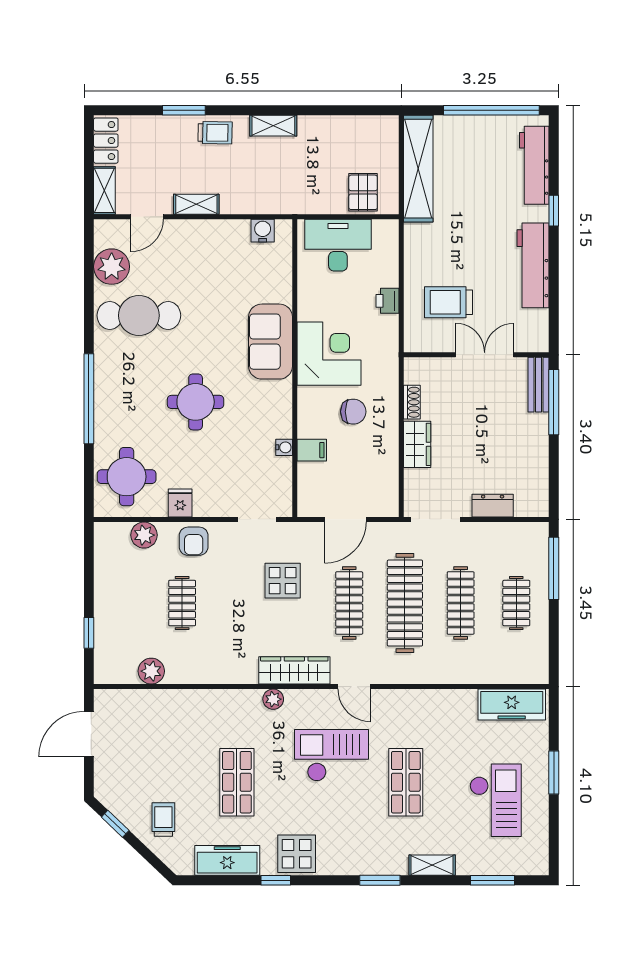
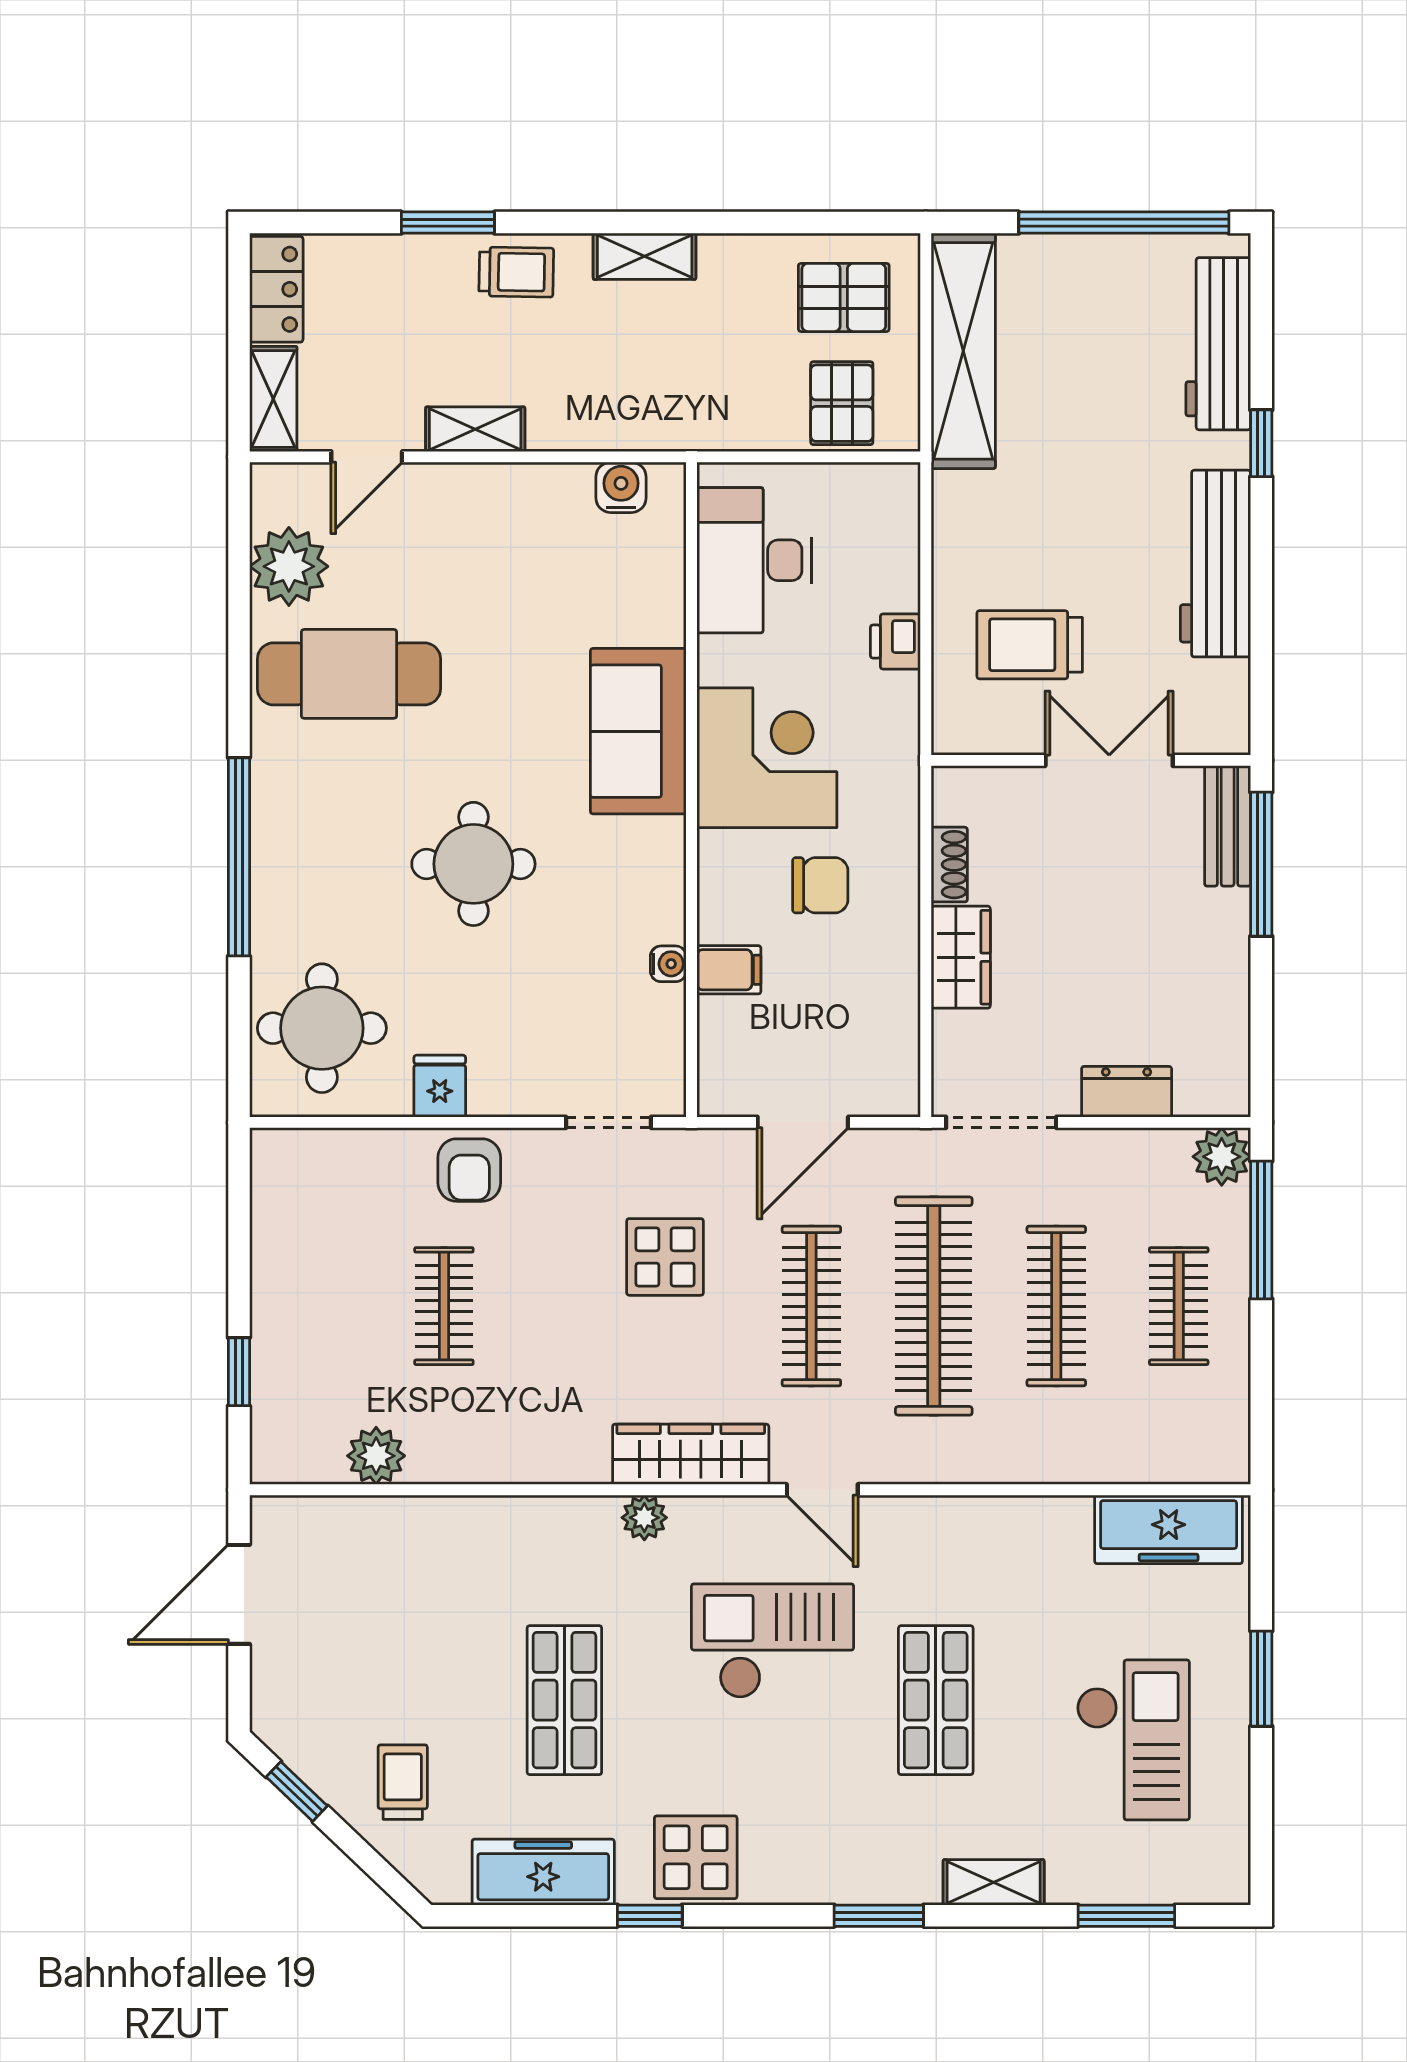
pallet: (364, 144) -> (844, 297), added
desk: (338, 245) -> (754, 560), moved, turned -90
plant: (144, 535) -> (1222, 1157), moved

